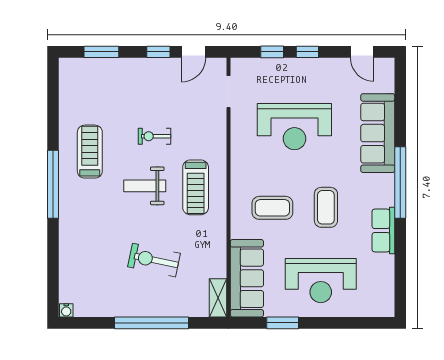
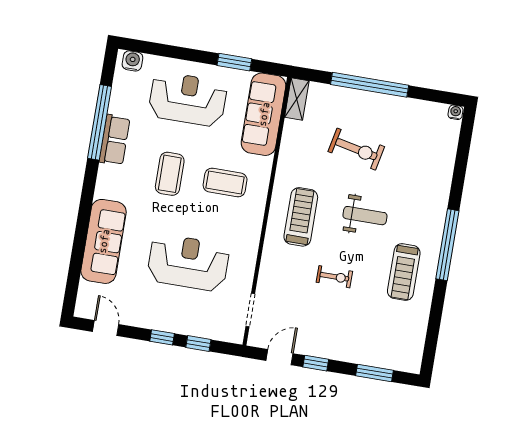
window: (400, 182) -> (100, 122), moved
weight bench: (145, 186) -> (365, 216), moved
water cooler: (379, 308) -> (132, 61), added

